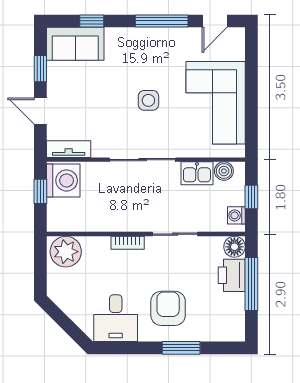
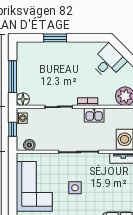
kitchen sink: (197, 173) -> (94, 115), moved, turned 180
printer: (232, 275) -> (25, 82), removed
armchair: (168, 308) -> (63, 62), removed
desk: (116, 318) -> (108, 62), moved, turned 45

